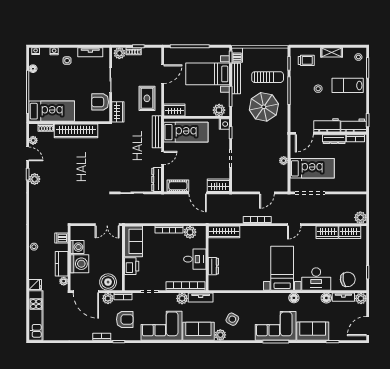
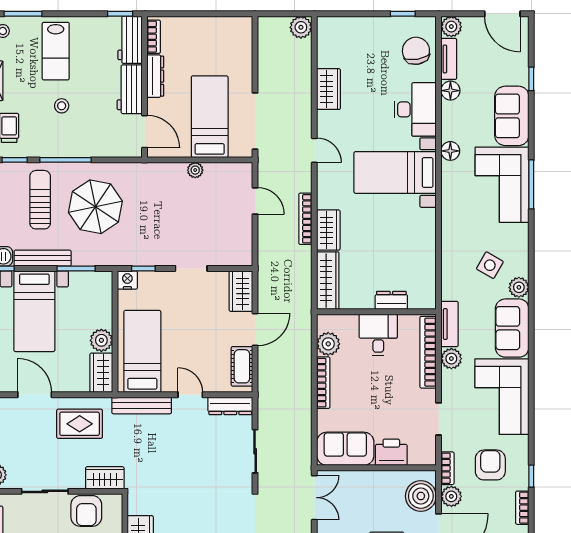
plant: (219, 110) -> (101, 340), moved
wardrobe: (350, 232) -> (328, 230), moved

